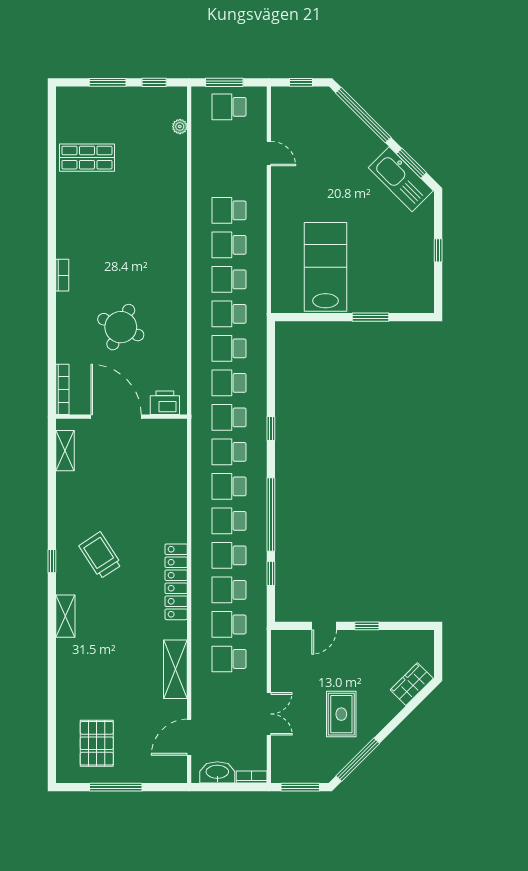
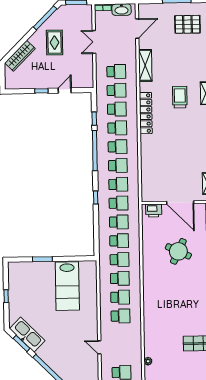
trolley: (100, 555) -> (180, 97), moved, turned -147
wardrobe: (412, 684) -> (20, 56), width x1.50
pallet: (97, 743) -> (187, 24), turned 90

